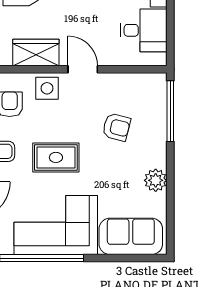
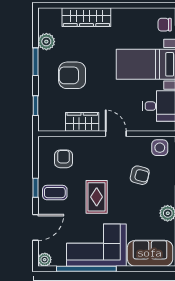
side table: (47, 88) -> (160, 148), moved
rug: (56, 157) -> (97, 197), turned 90

